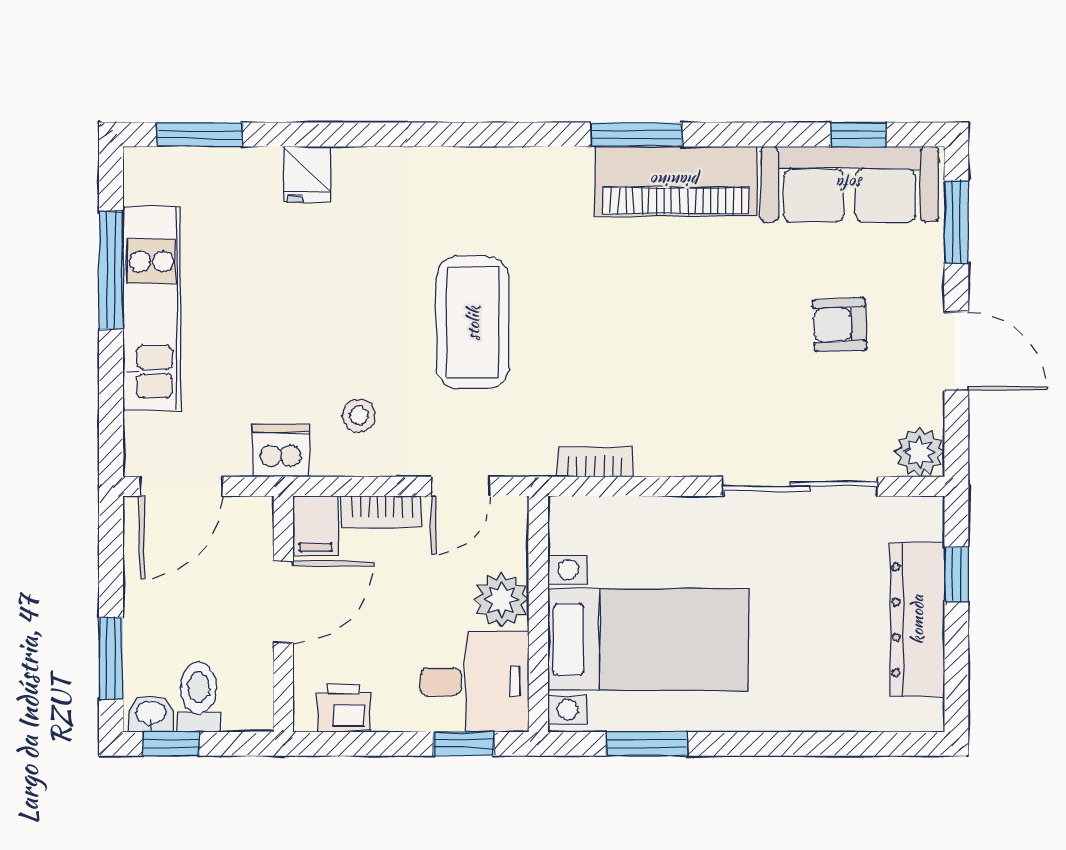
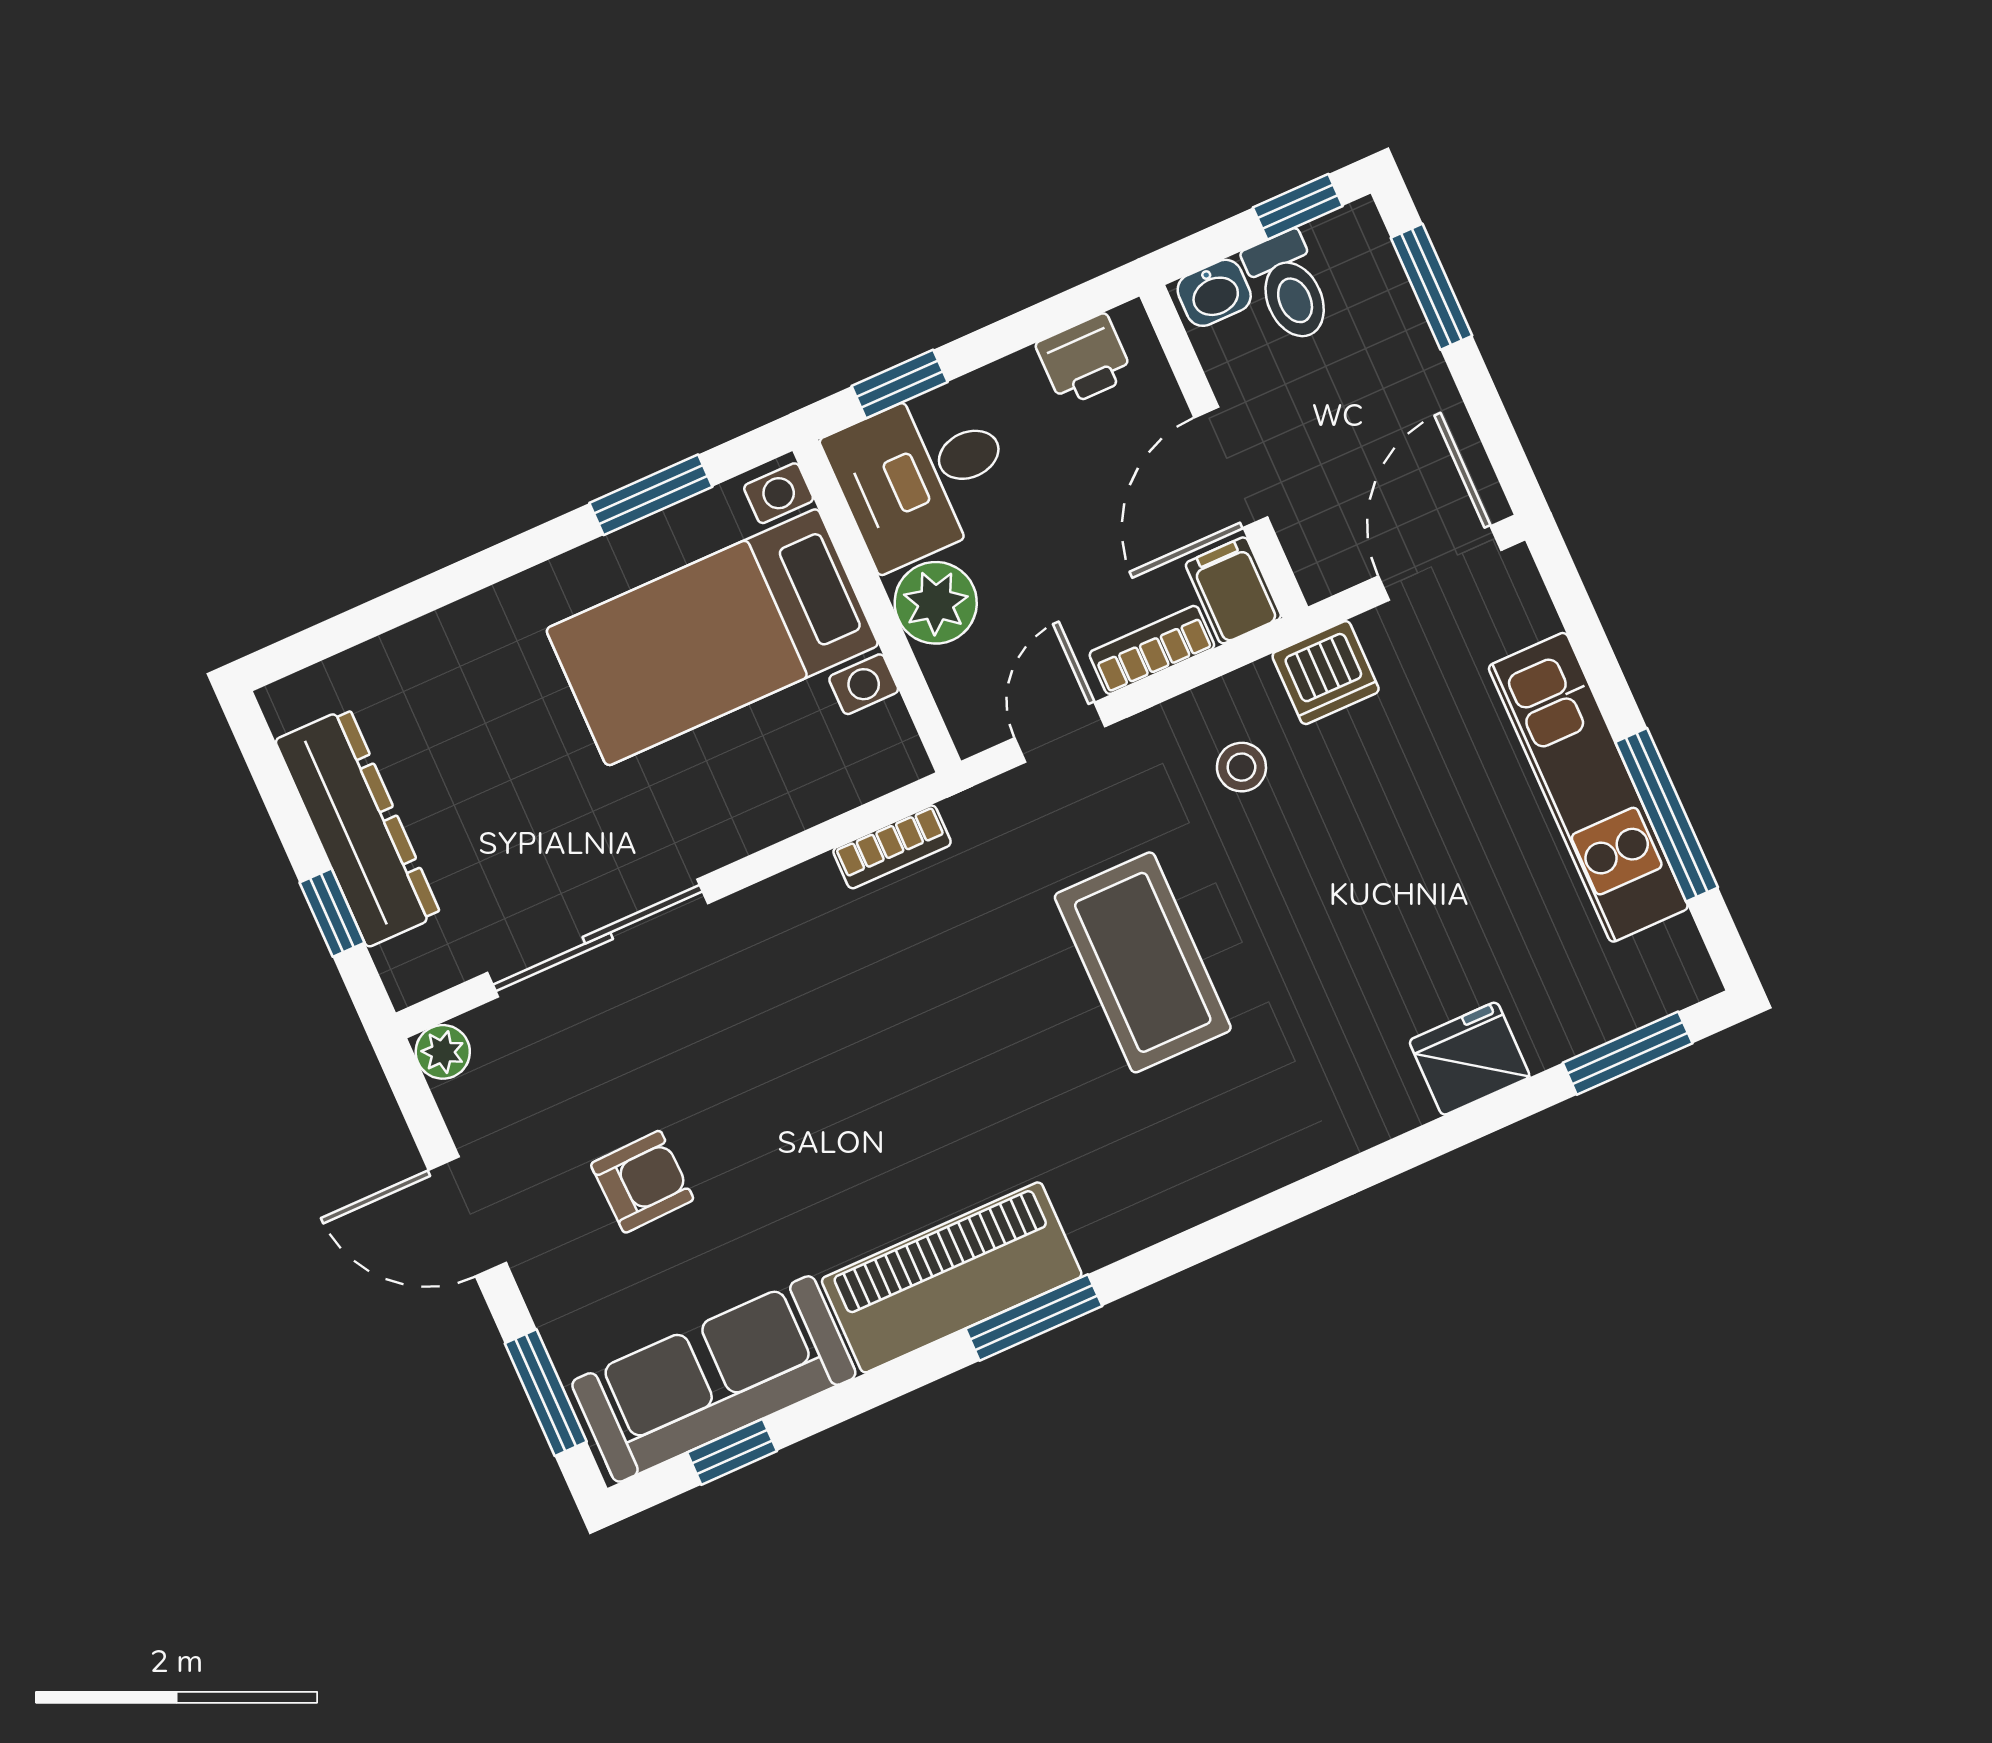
fridge: (307, 174) -> (1470, 1059), width x1.38
plant: (920, 452) -> (443, 1052), width x0.73, depth x0.73
washbasin: (151, 714) -> (1214, 293), moved

